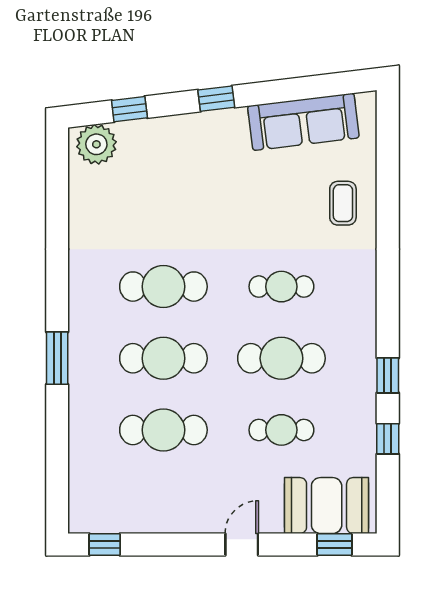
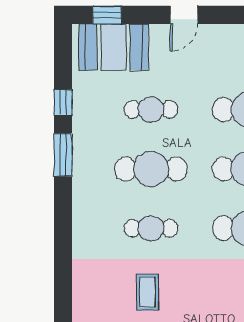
coffee table: (343, 203) -> (147, 292), moved
window: (388, 375) -> (63, 155), width x1.50

